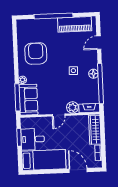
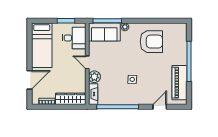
door: (99, 43) -> (160, 107), hinge flipped
floor lamp: (93, 74) -> (128, 100), removed
desk: (33, 139) -> (74, 38), moved, turned 90

